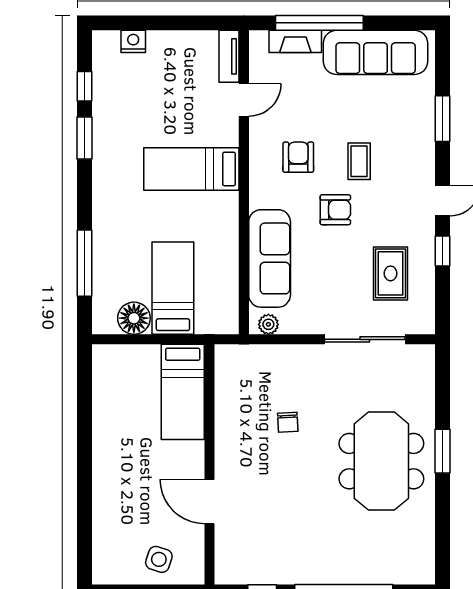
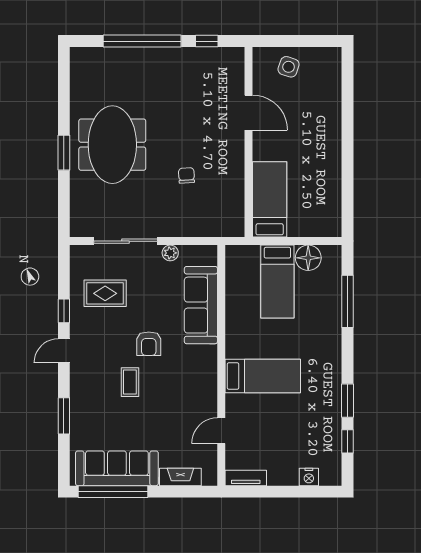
window: (319, 23) -> (113, 492), moved
tv unit: (229, 56) -> (246, 478), moved, turned -90
armchair: (298, 157) -> (178, 385), removed
armchair: (335, 210) -> (149, 344), turned -90
rug: (391, 273) -> (105, 293), turned 90
plant: (268, 324) -> (170, 253), moved

